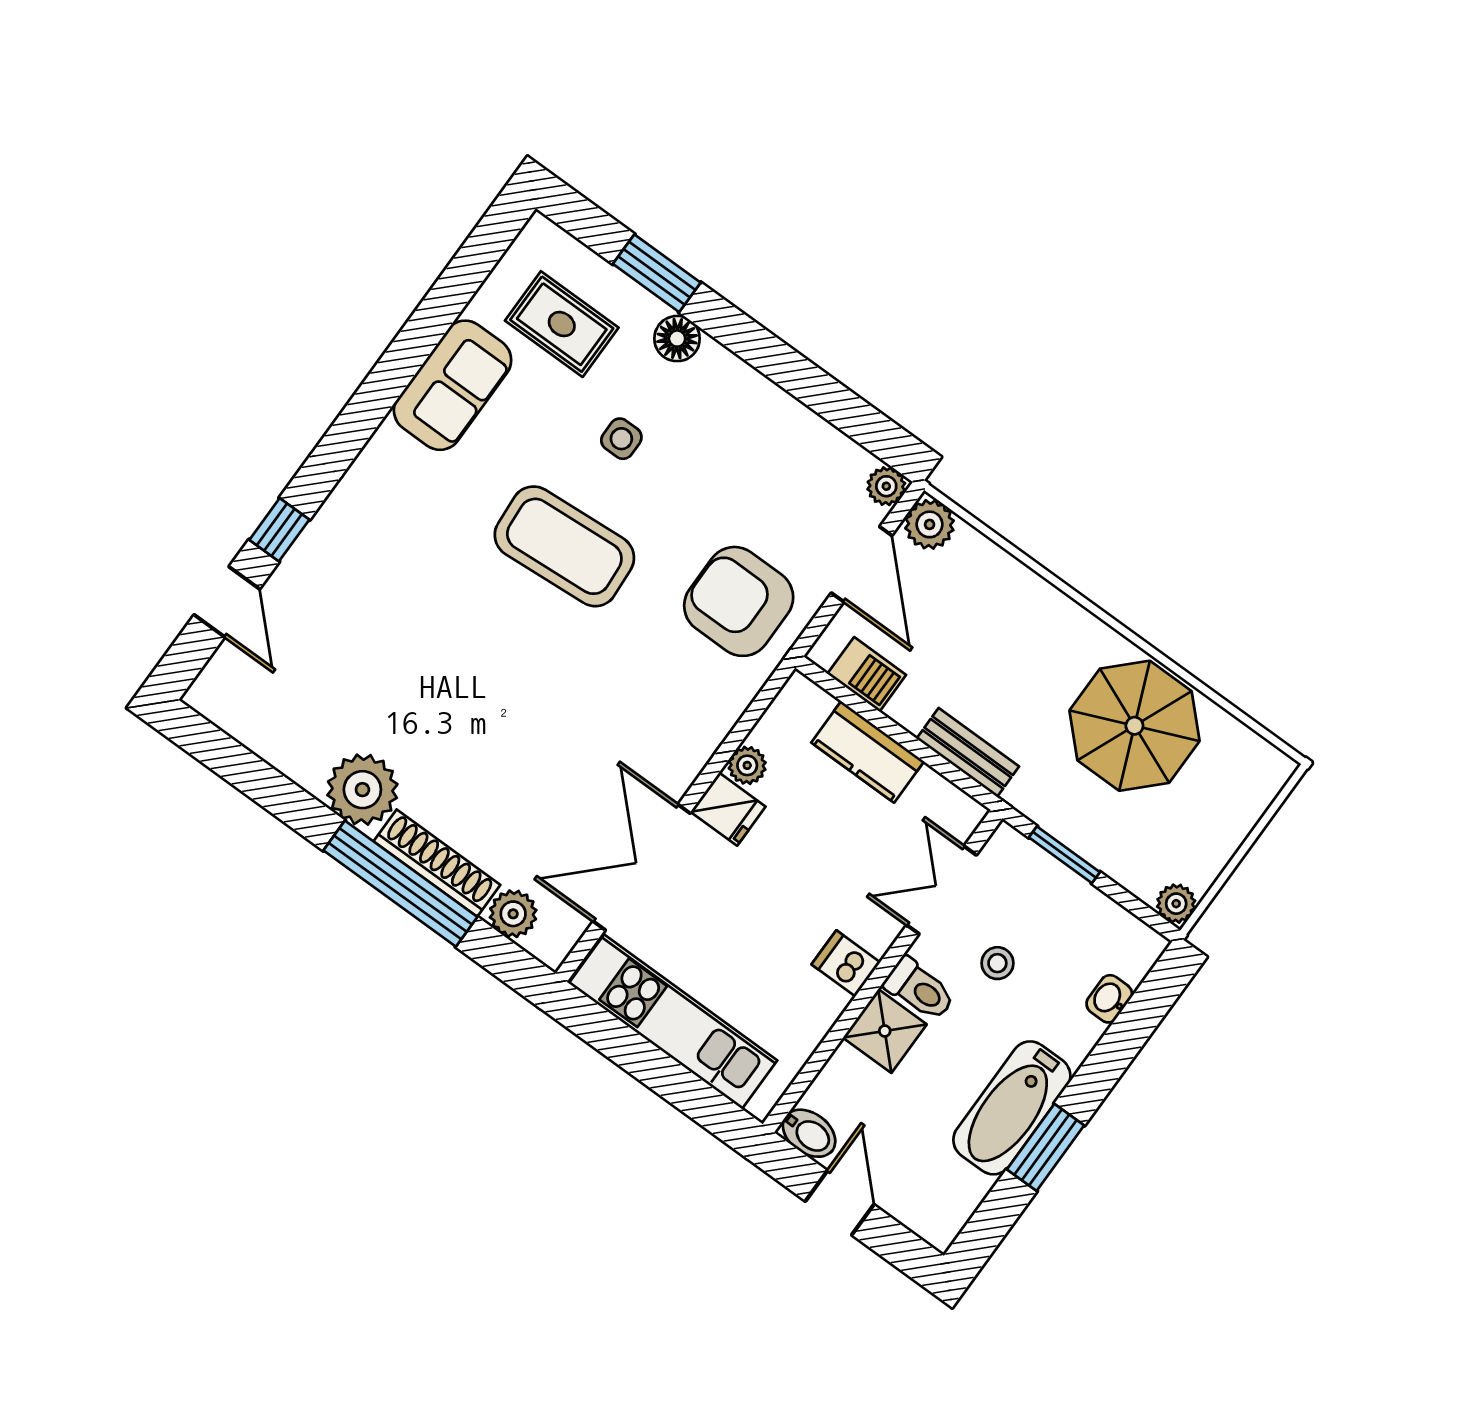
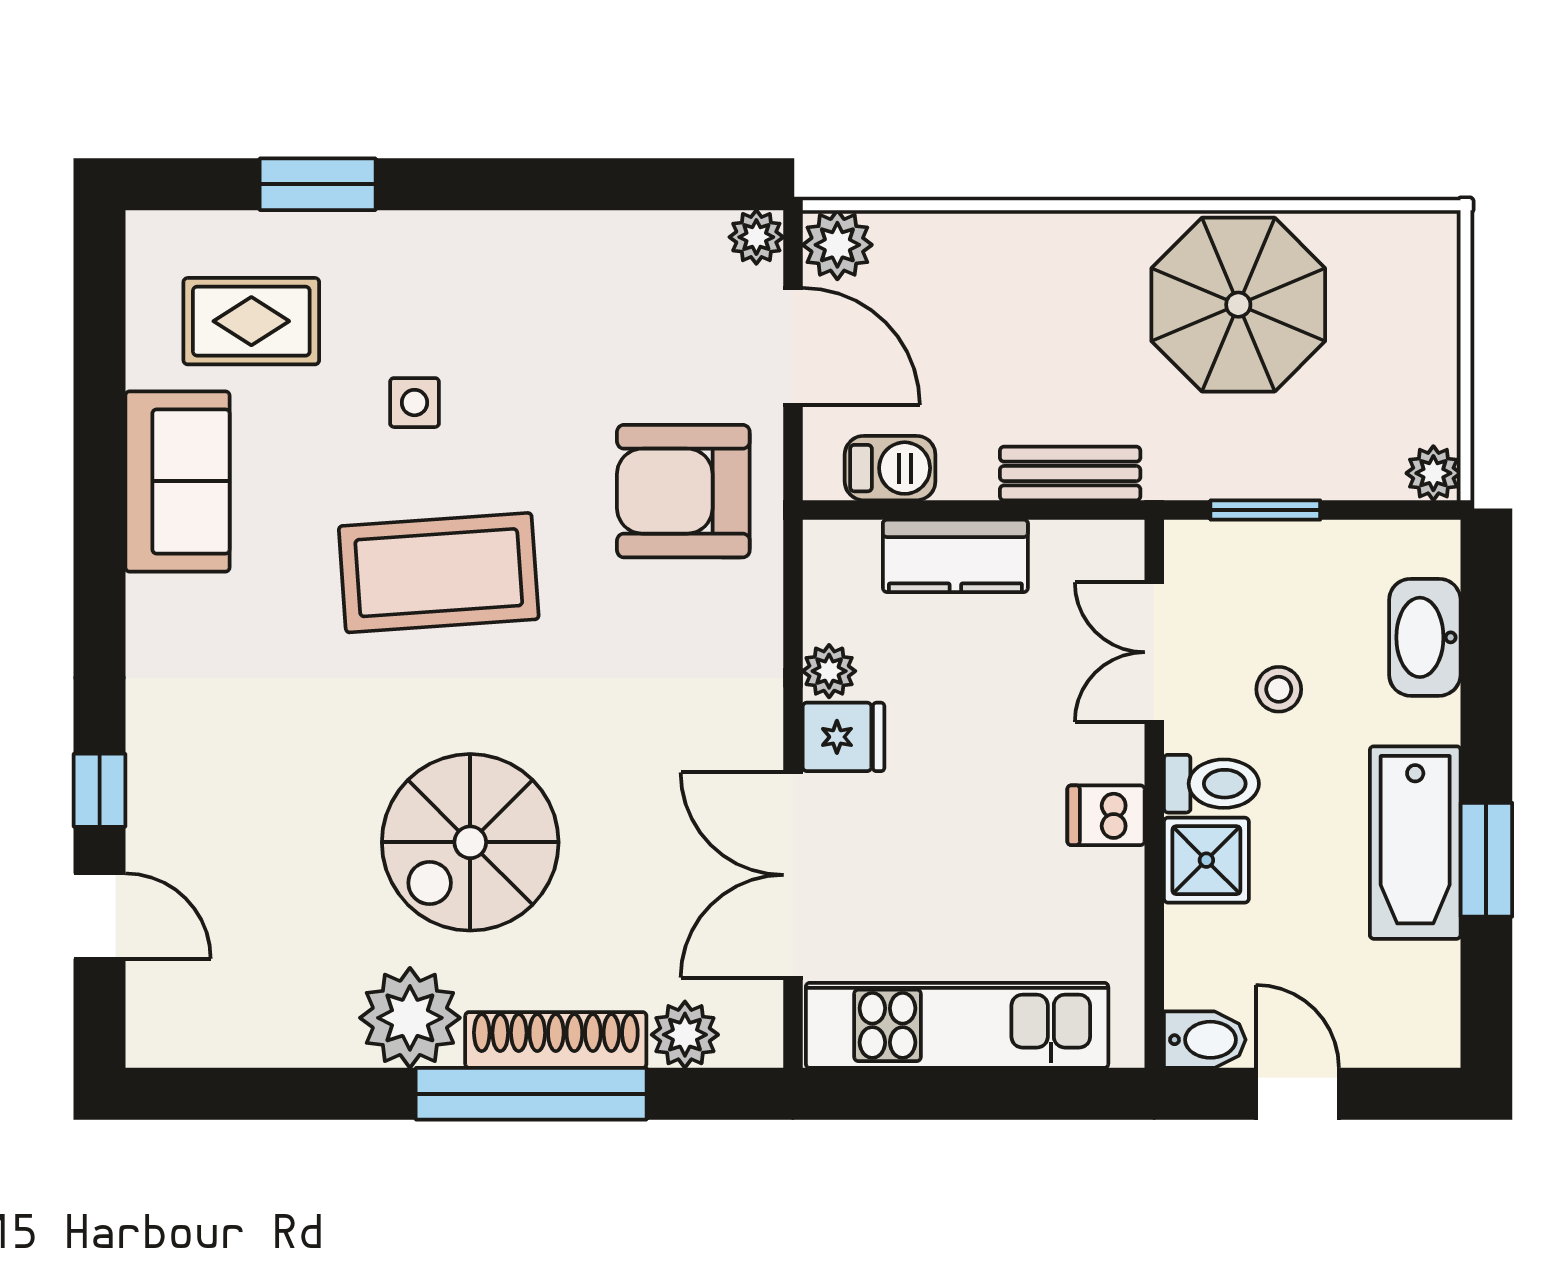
floor lamp: (677, 339) -> (395, 242), removed
spiral stairs: (470, 714) -> (470, 842), added
washbasin: (1109, 999) -> (1425, 637), width x1.91, depth x1.45

